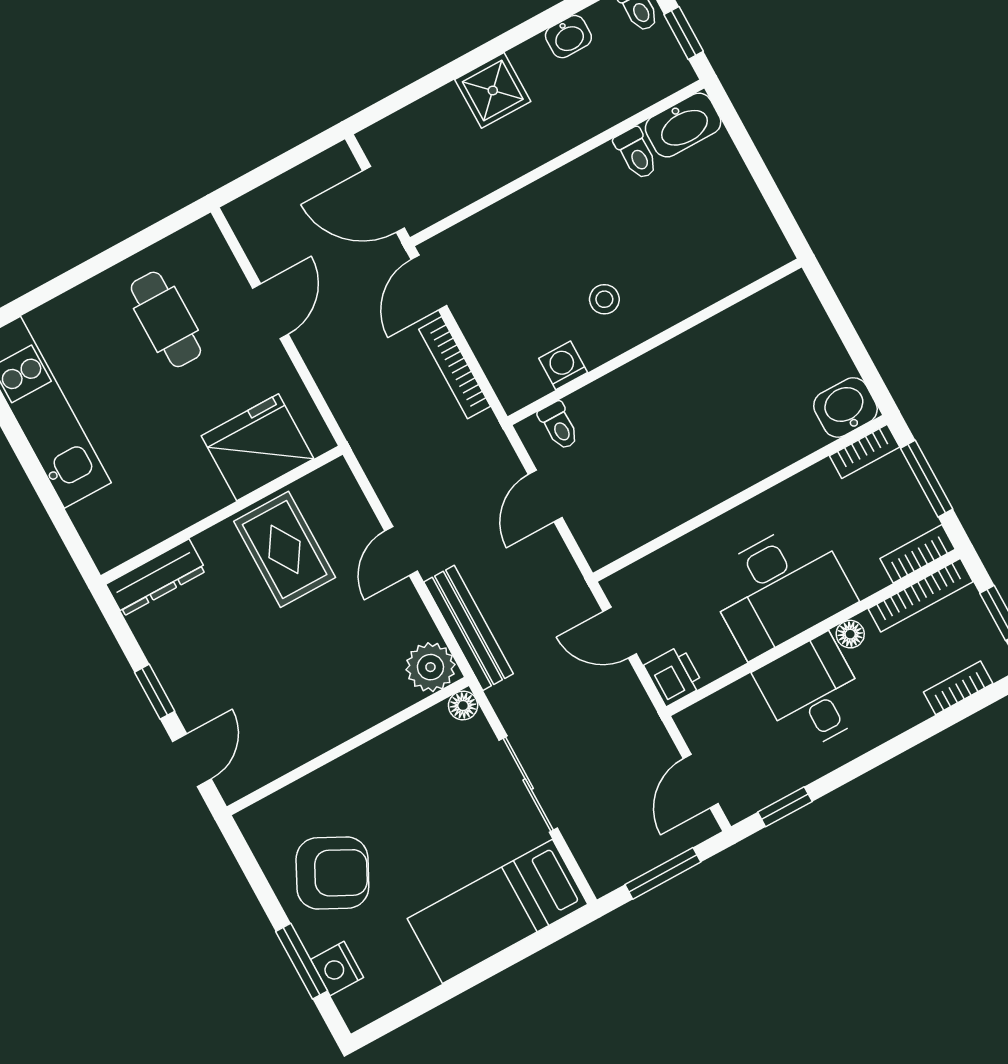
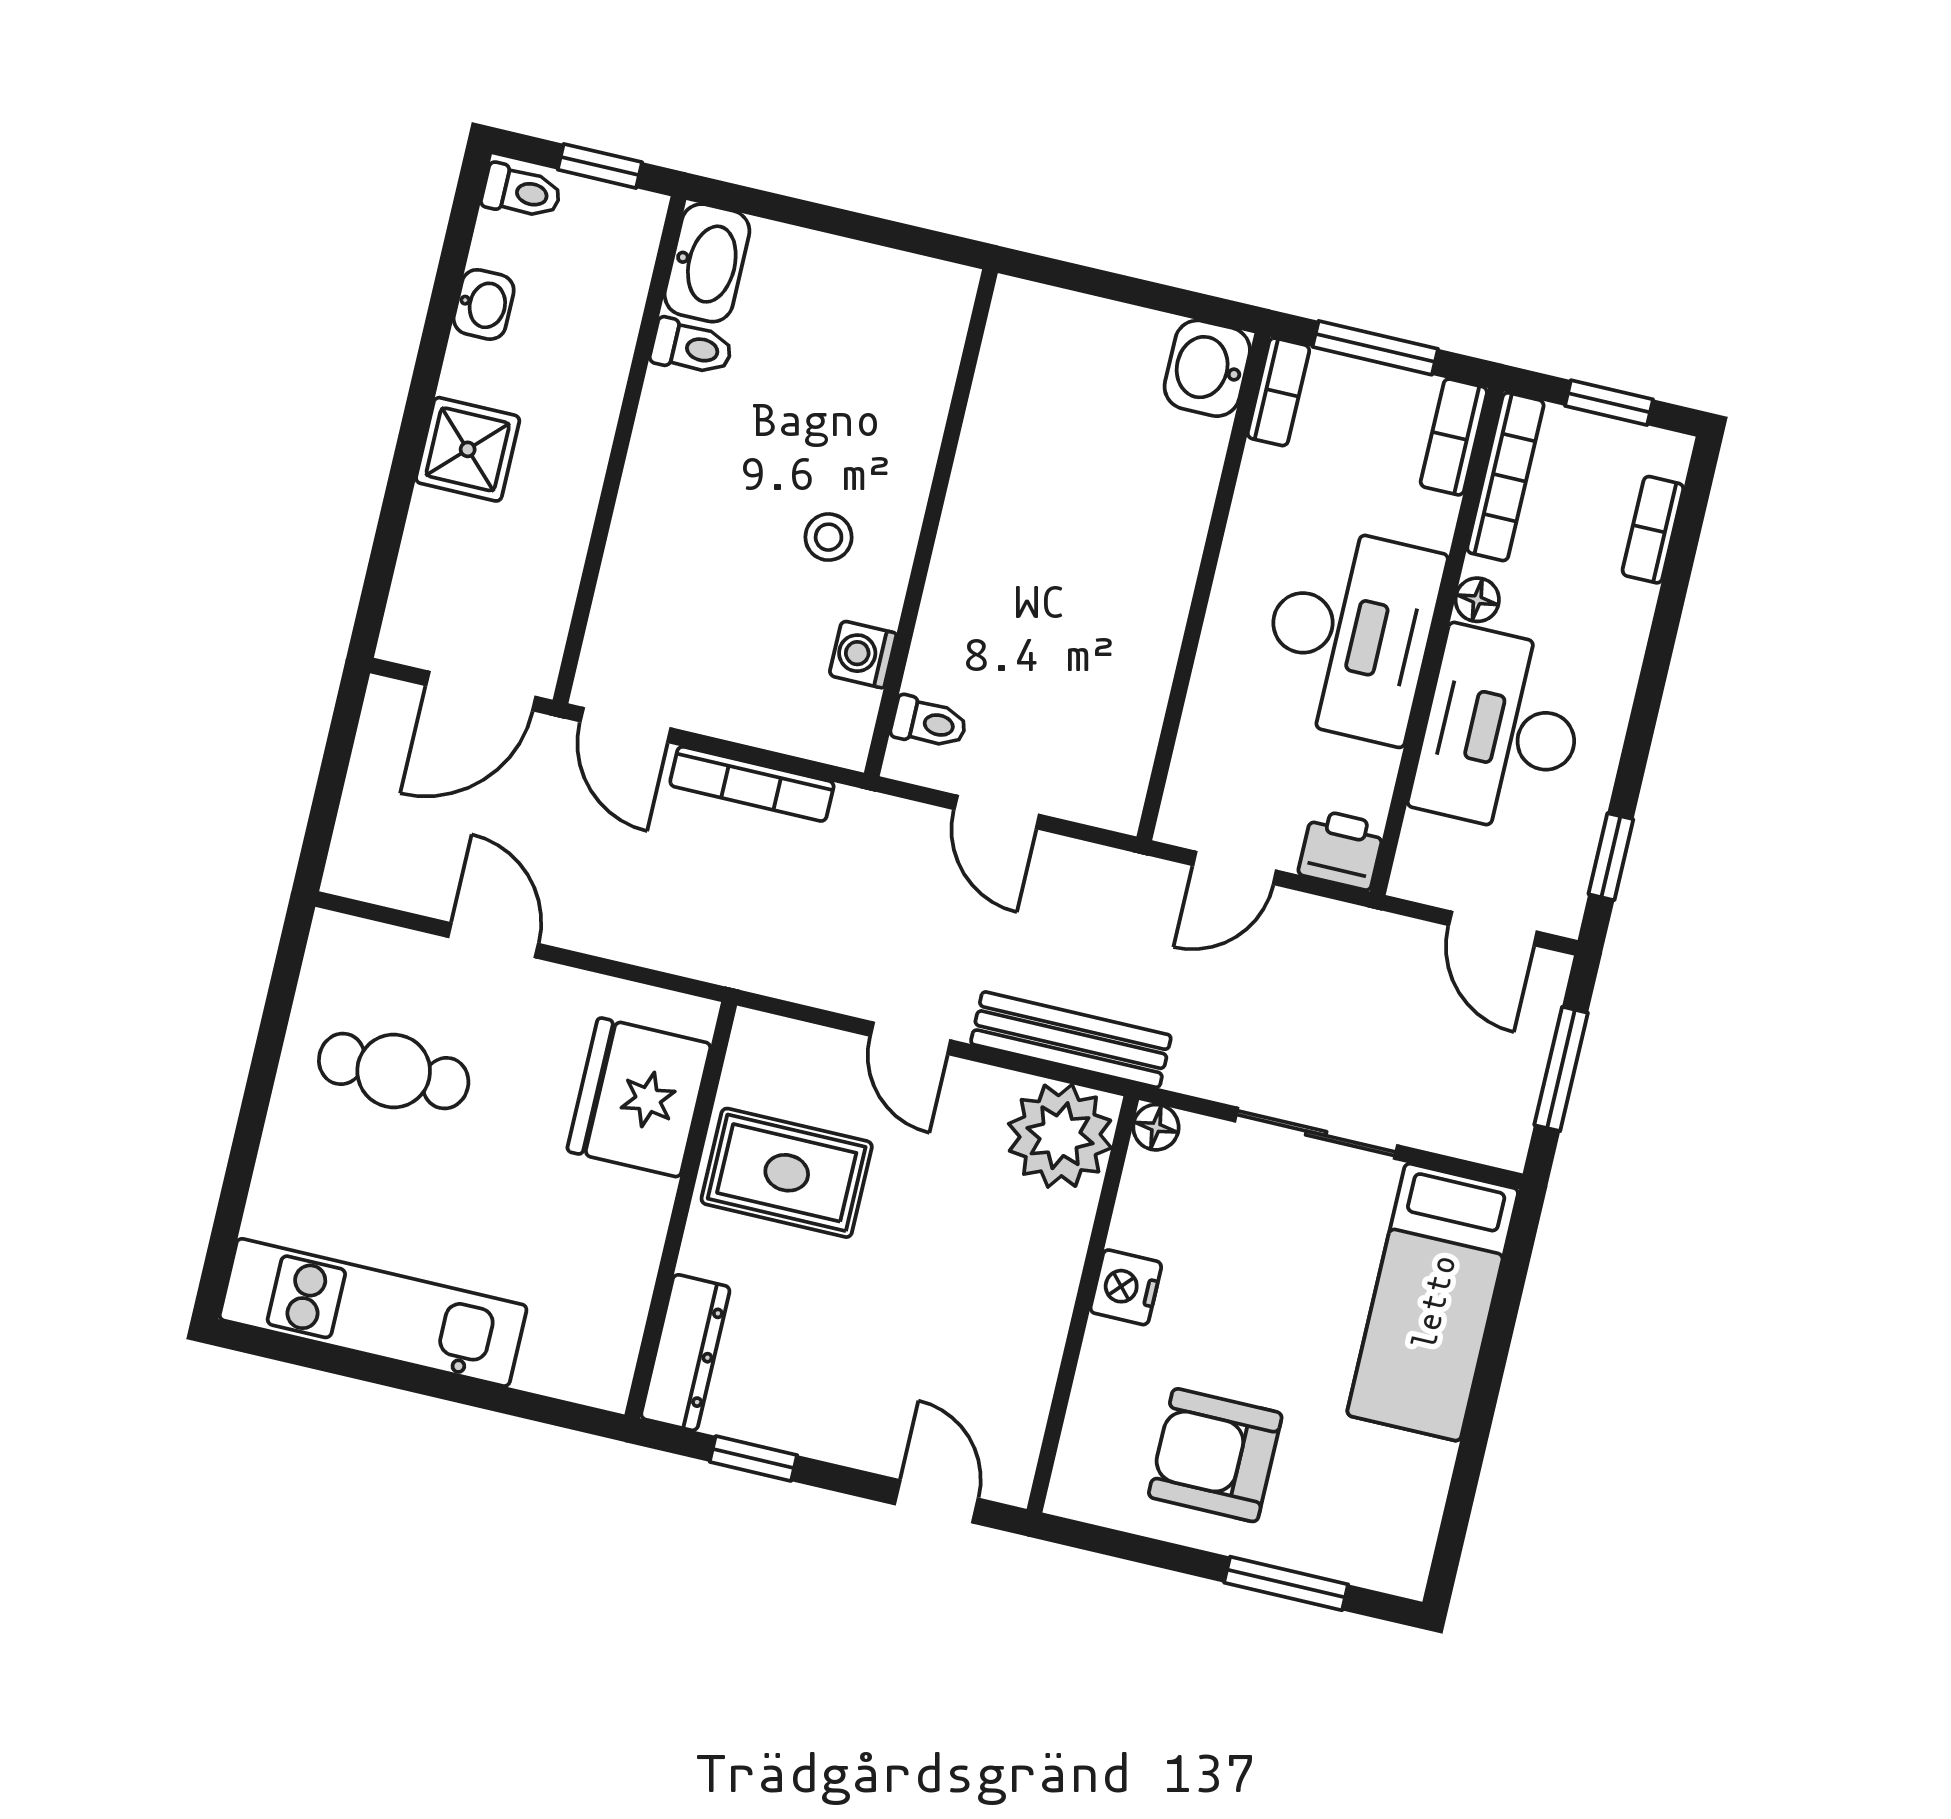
plant: (430, 667) -> (1060, 1136), width x1.36, depth x1.36
window: (155, 692) -> (753, 1458), moved
desk: (812, 693) -> (1501, 731), width x1.37
armchair: (332, 873) -> (1215, 1455), turned -117
nightstand: (337, 969) -> (1126, 1287), moved, turned 90

